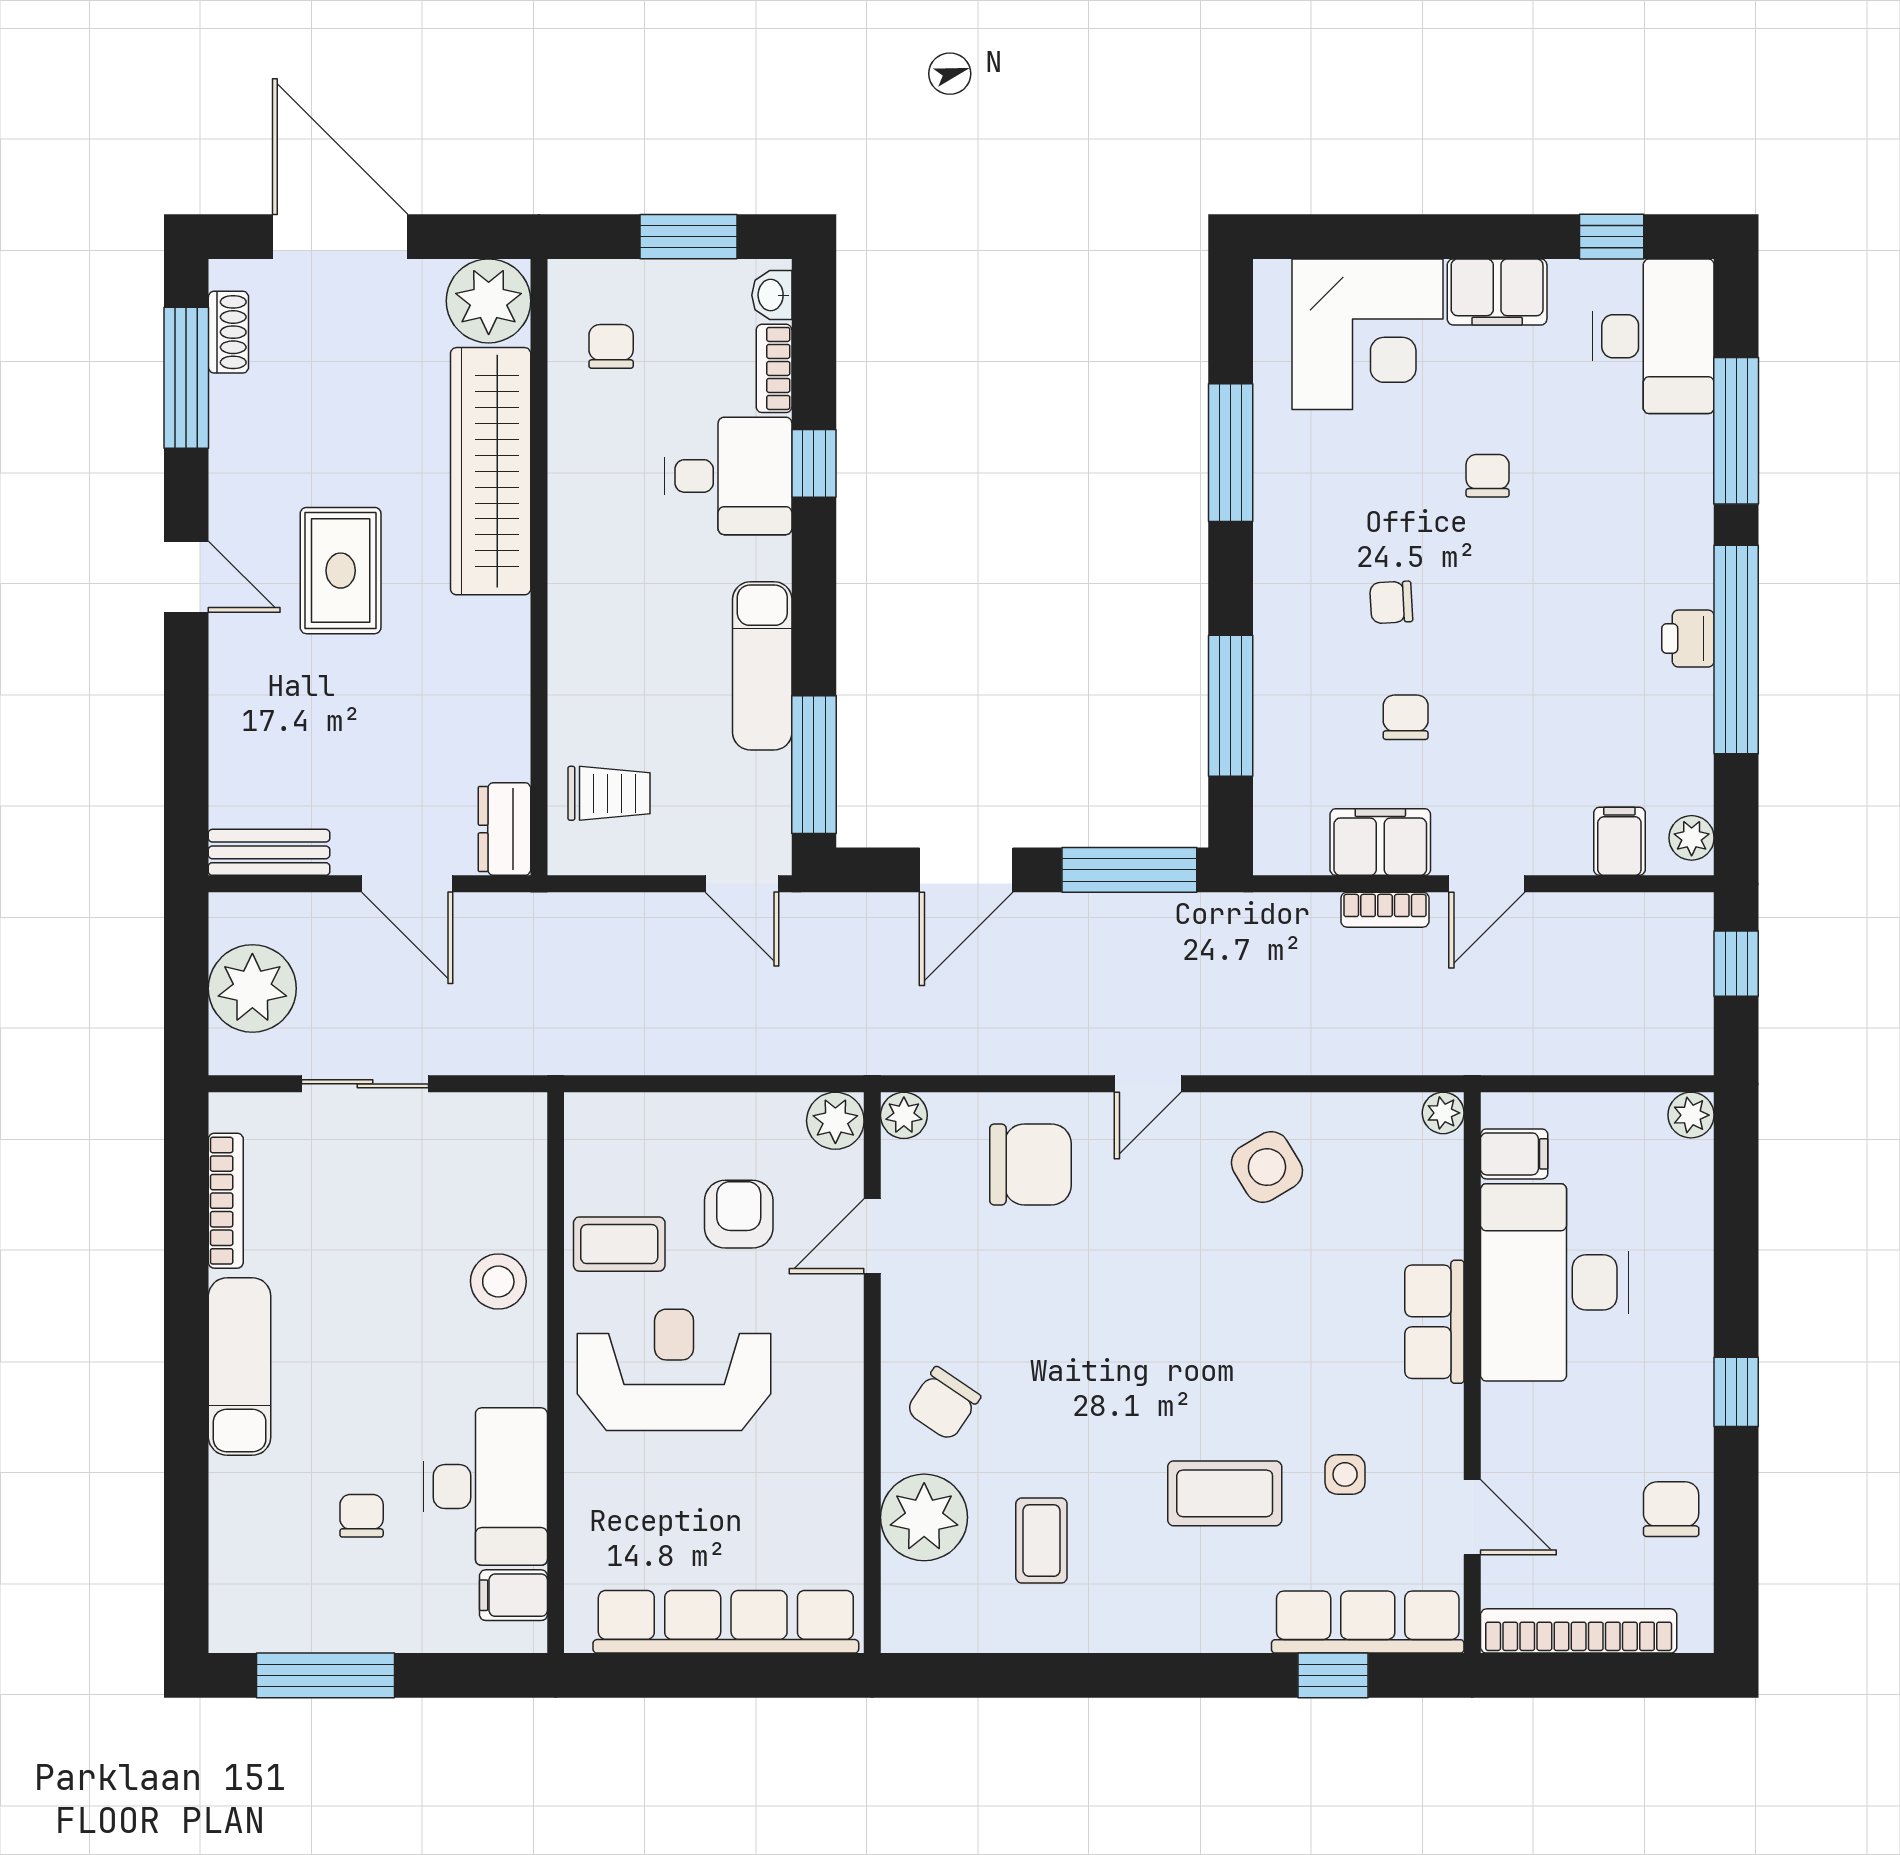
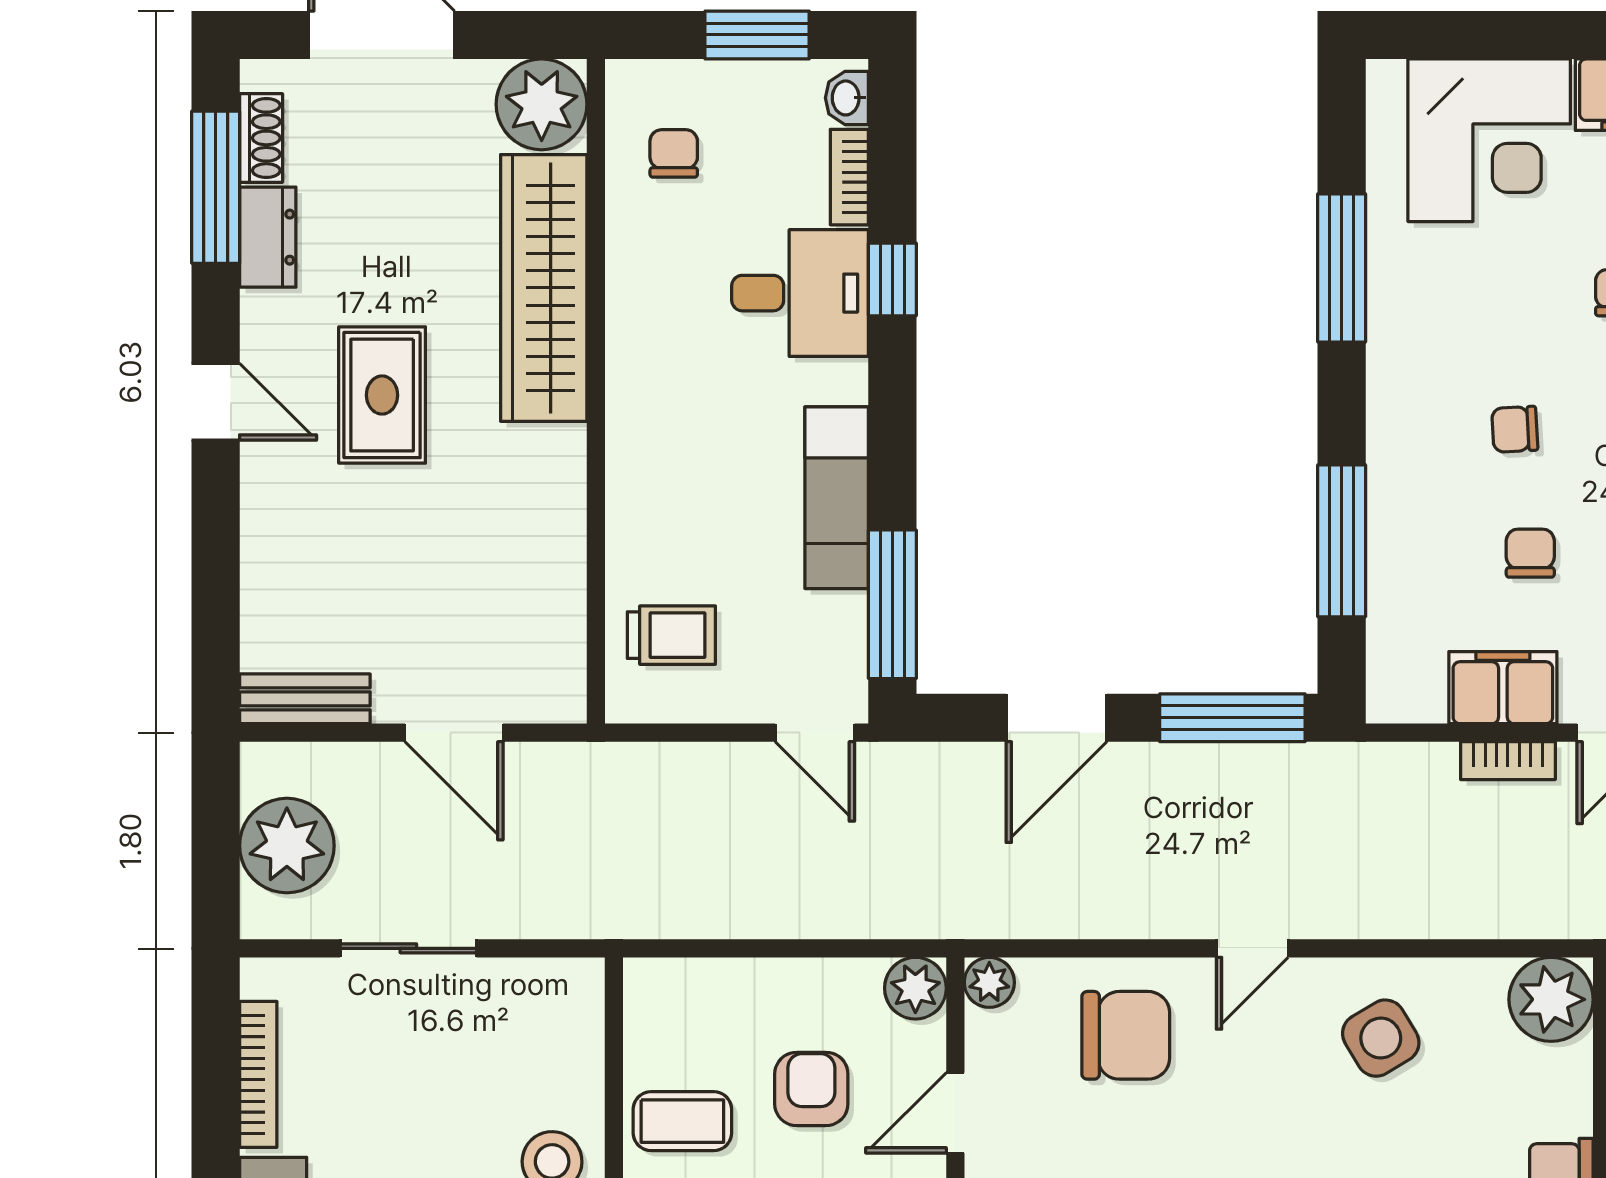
dresser: (505, 829) -> (268, 237), moved, turned 180
plant: (1443, 1113) -> (1551, 999), width x1.88, depth x1.88

